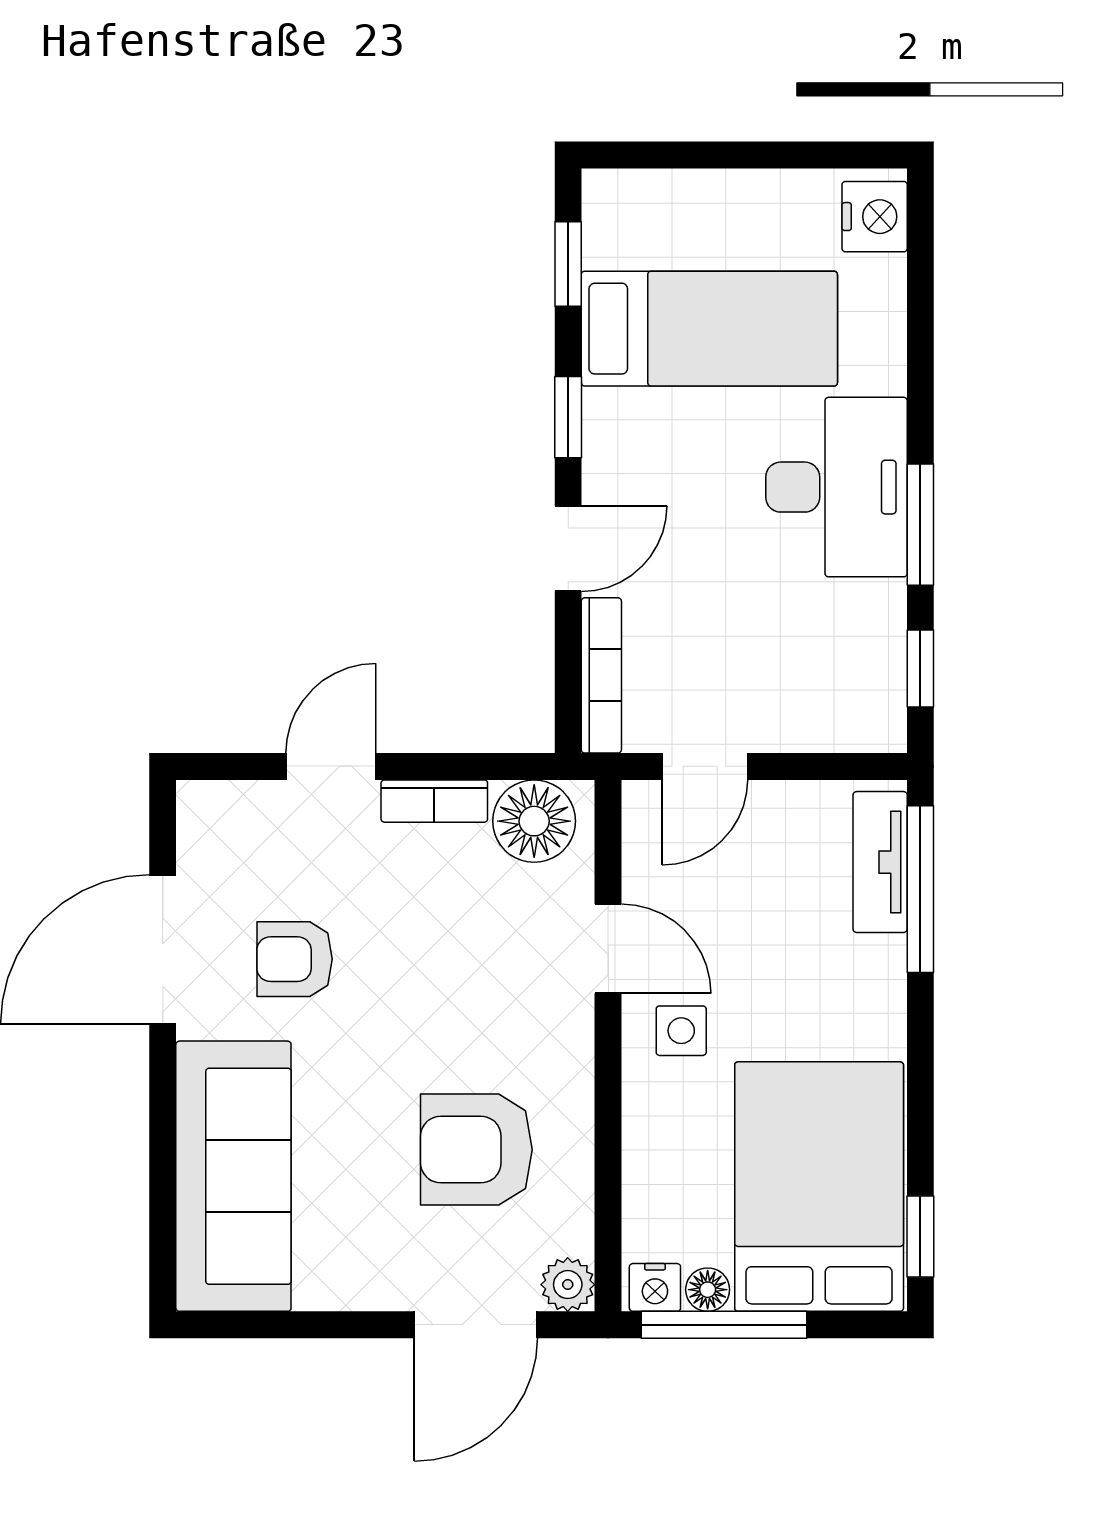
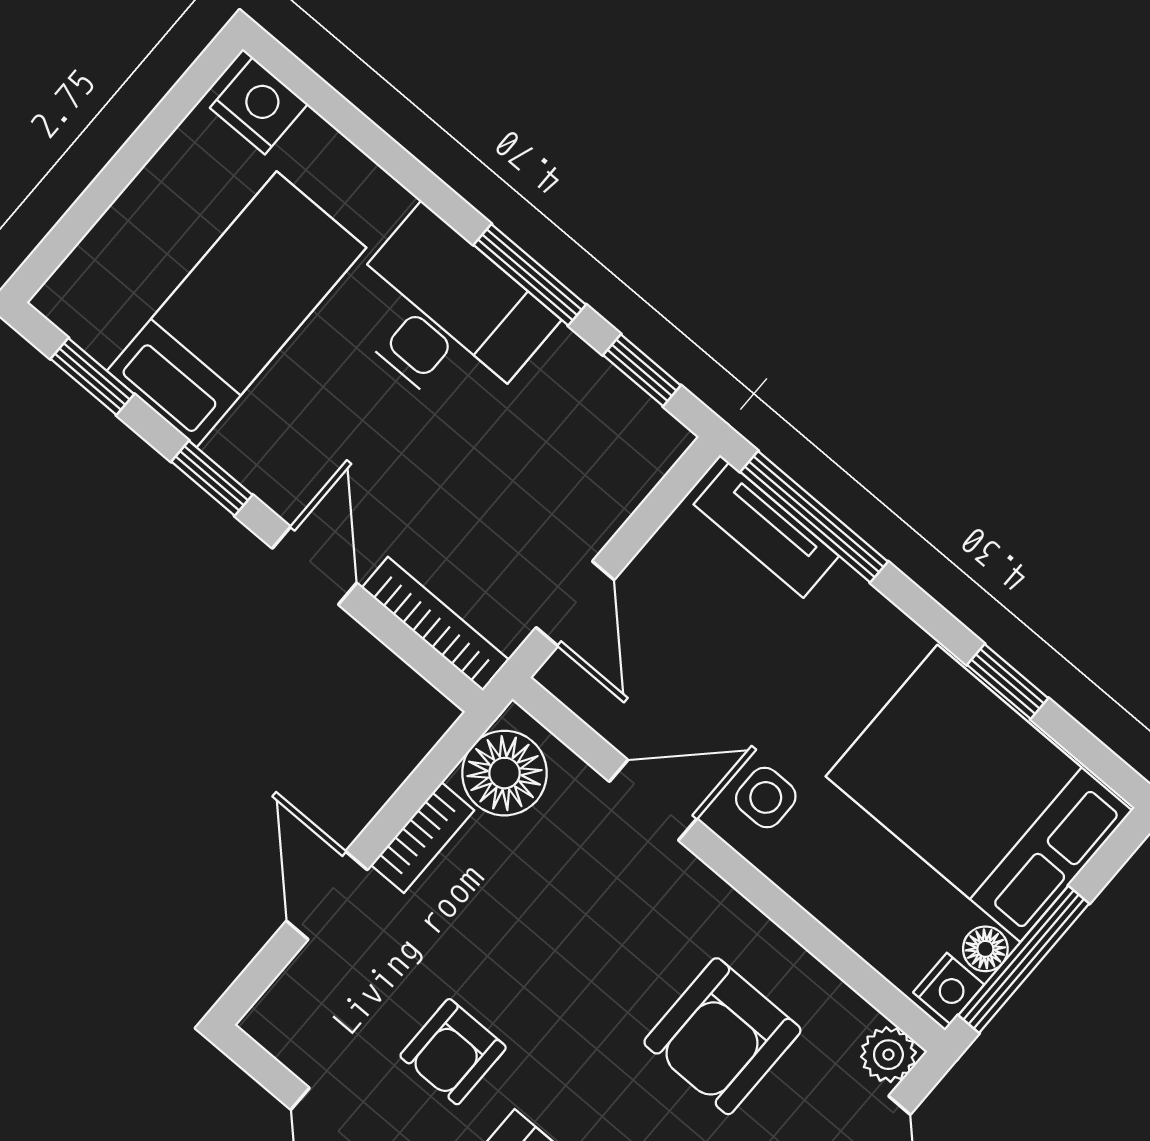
window: (920, 1236) -> (1008, 681), moved

